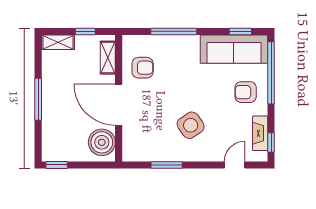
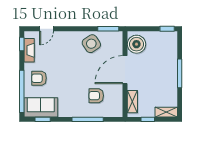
sofa: (234, 49) -> (41, 107), width x0.73
armchair: (143, 68) -> (96, 96), moved
armchair: (246, 92) -> (39, 78), turned 180
door: (119, 105) -> (125, 70), swing flipped
side table: (191, 125) -> (91, 44), moved
window: (167, 165) -> (108, 29), moved

